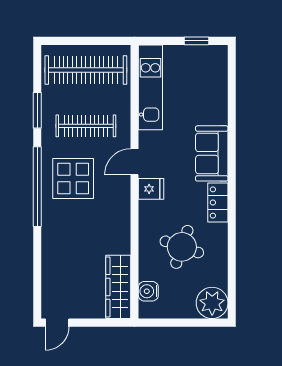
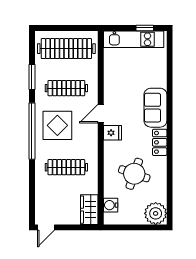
kitchen unit: (150, 87) -> (134, 39), moved, turned 90
clothes rail: (86, 238) -> (66, 167), added
wardrobe: (118, 287) -> (89, 210), width x0.67

